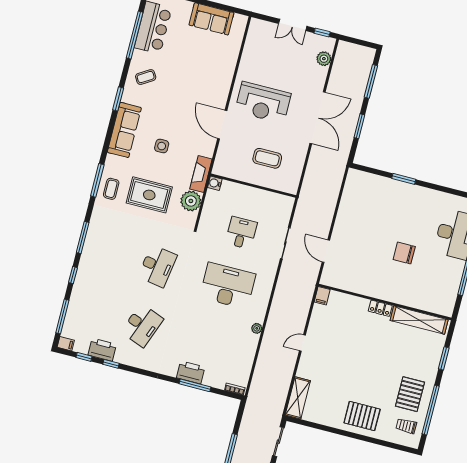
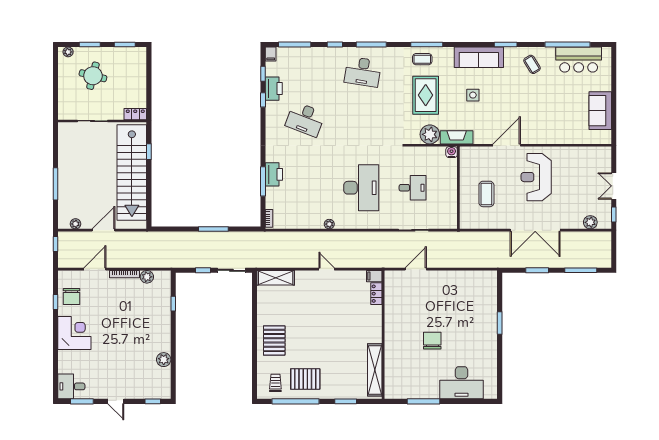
desk: (157, 266) -> (363, 72), moved
locker: (380, 308) -> (376, 294), moved

